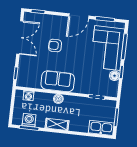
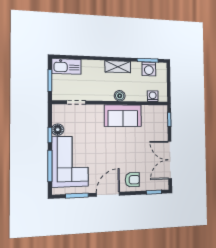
armchair: (55, 46) -> (132, 180), moved

